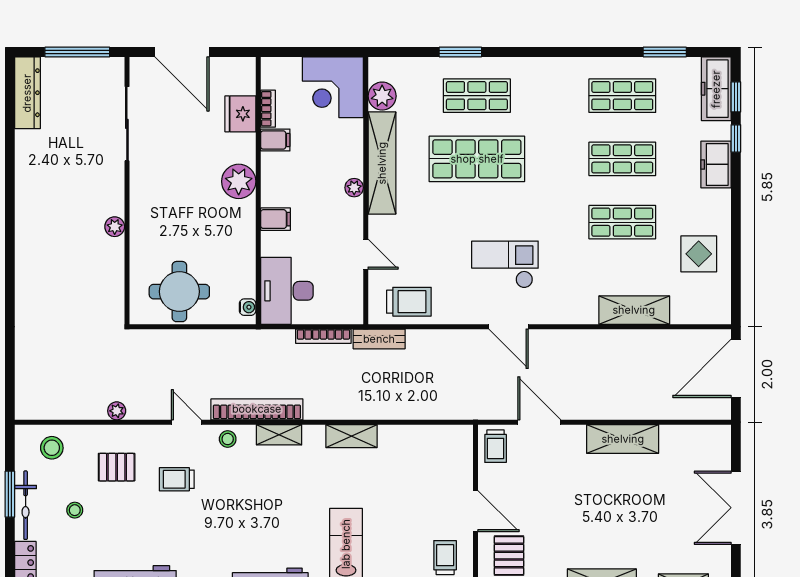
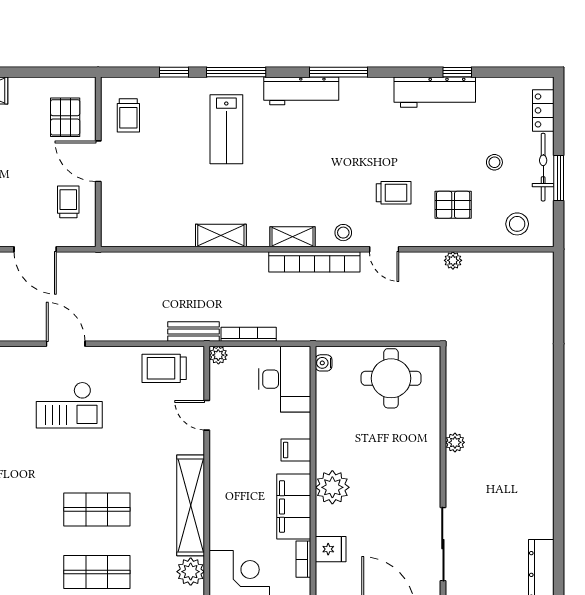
fridge: (240, 114) -> (331, 549), width x0.72
filing cabinet: (275, 140) -> (294, 507), width x3.00, depth x1.17
shop shelf: (477, 159) -> (97, 509), width x0.70, depth x0.74
plant: (354, 188) -> (218, 355), moved
trolley: (496, 446) -> (68, 202), moved

